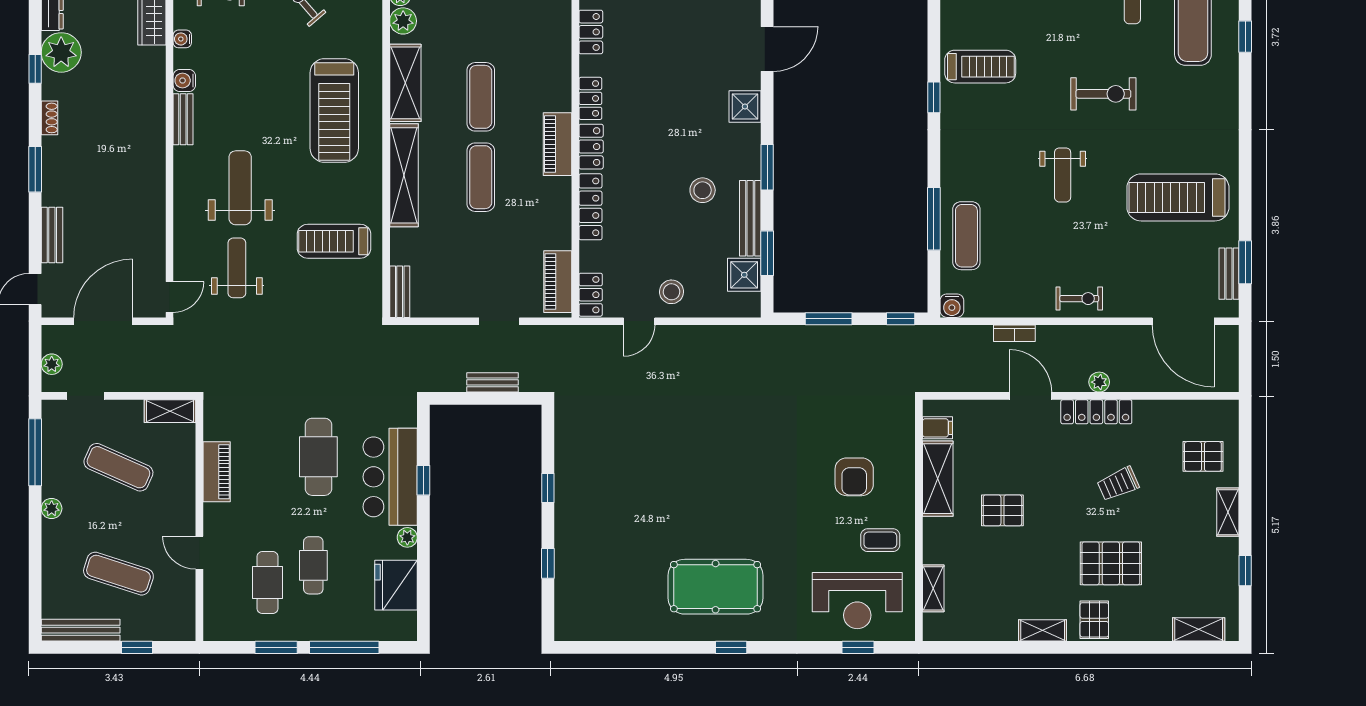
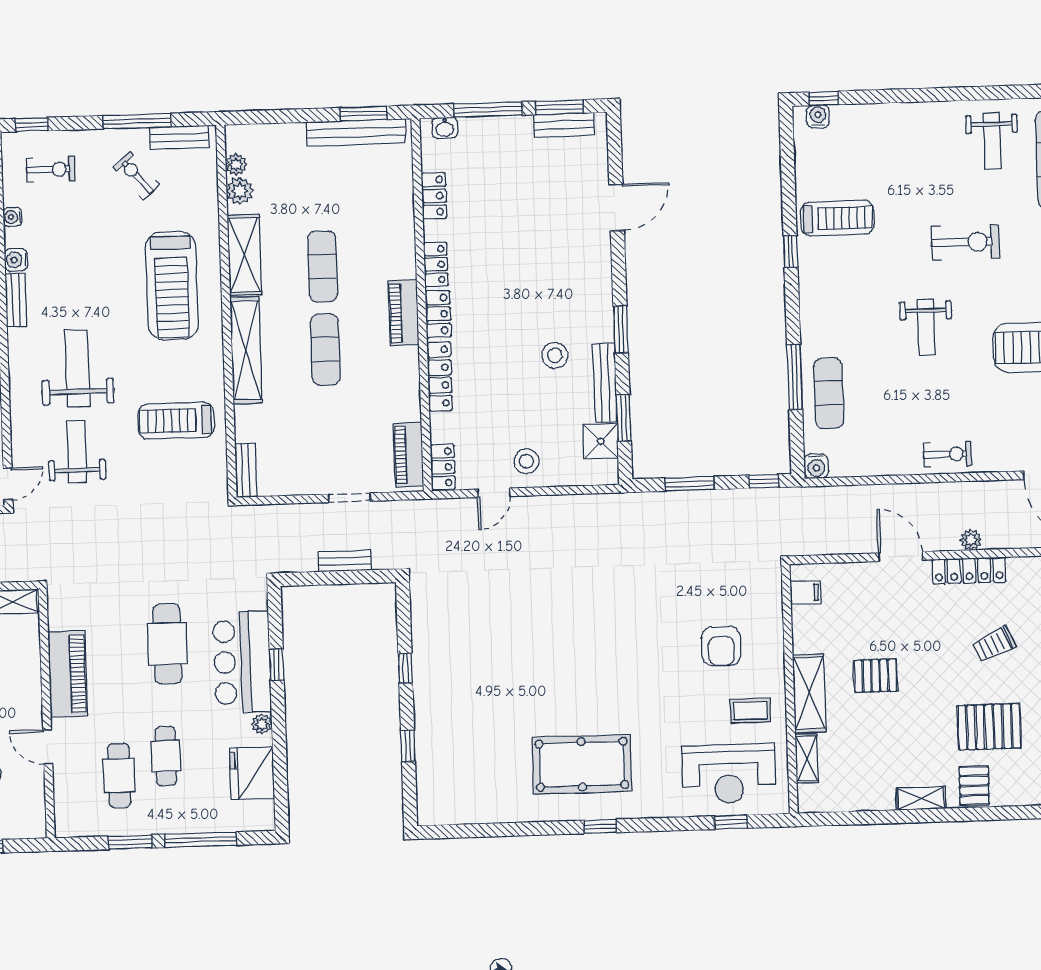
shower: (745, 106) -> (596, 267), removed
bookcase: (1014, 333) -> (882, 492), removed
piano: (217, 472) -> (68, 674), width x1.37, depth x1.33
shelving: (938, 479) -> (809, 693), moved

